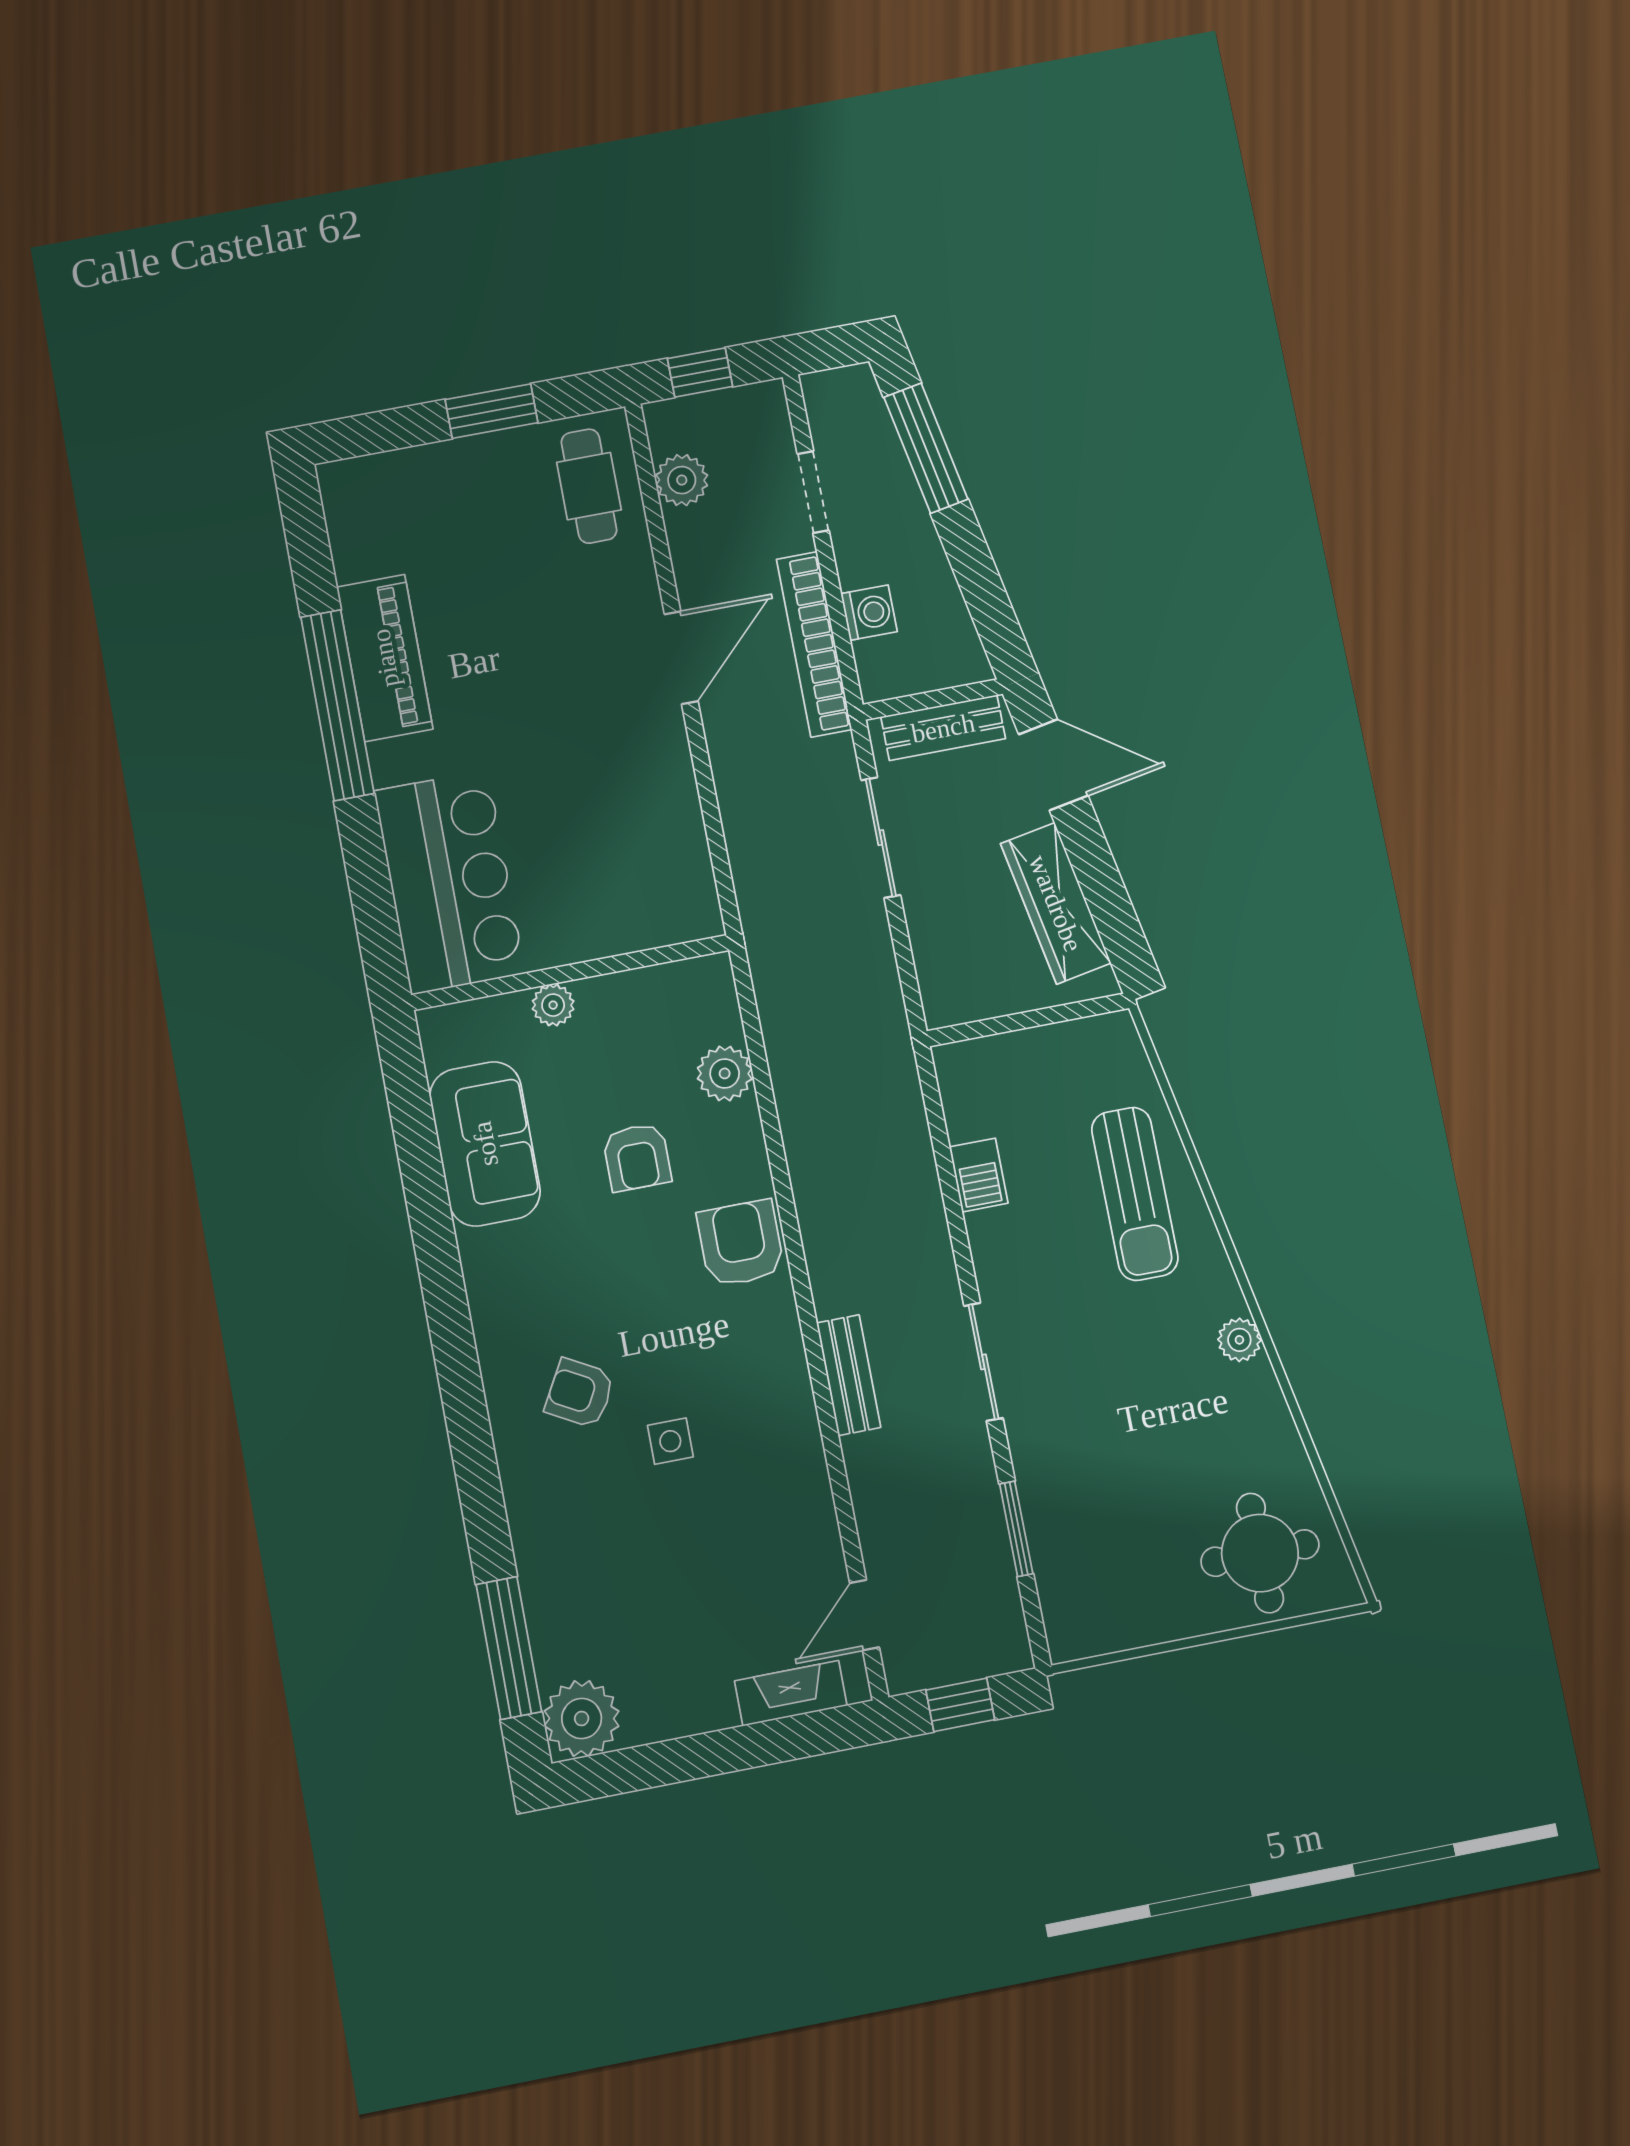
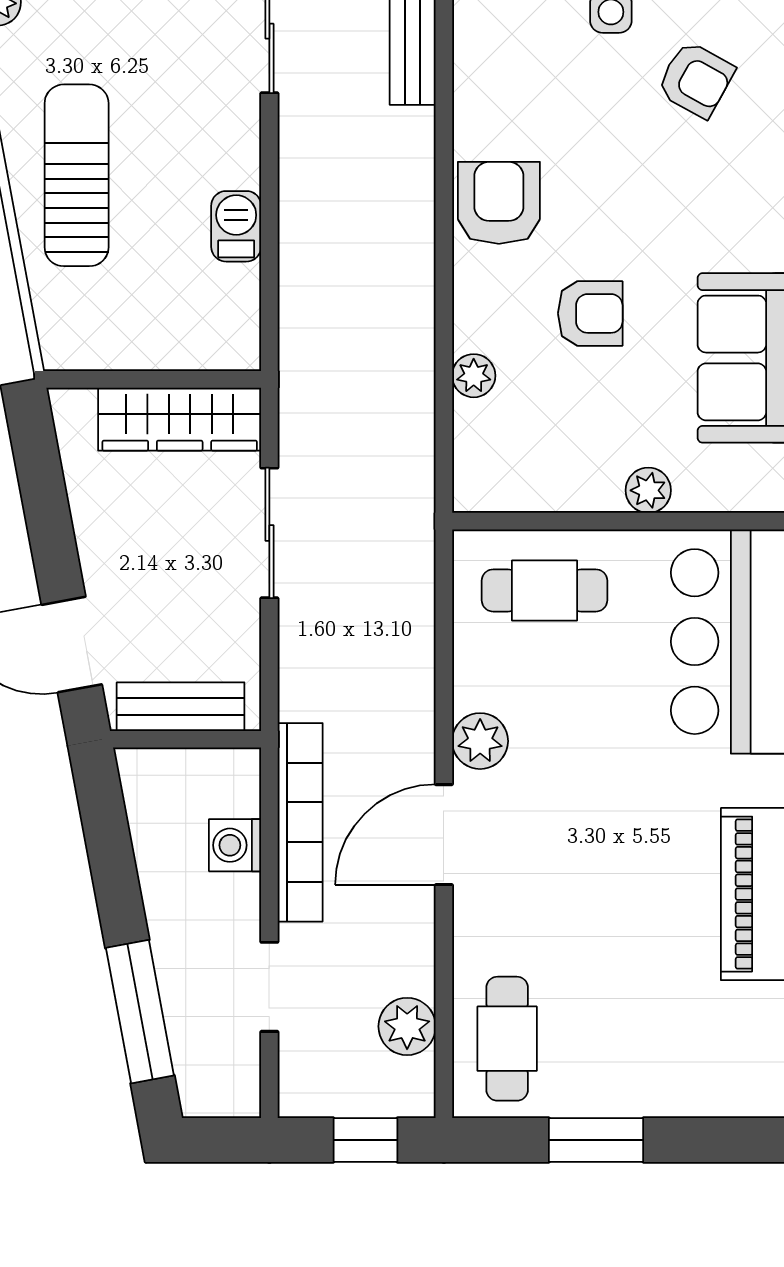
plant: (664, 748) -> (480, 741), added
sliding door: (881, 838) -> (269, 533), moved
cafe table: (631, 896) -> (545, 590), added
wardrobe: (1056, 903) -> (180, 419), moved, turned 101
plant: (725, 1073) -> (474, 376), width x0.73, depth x0.73
armchair: (637, 1157) -> (590, 313), turned 90
armchair: (741, 1243) -> (499, 203), turned 180

